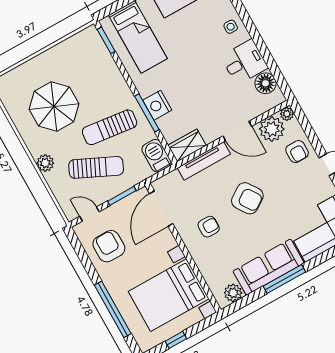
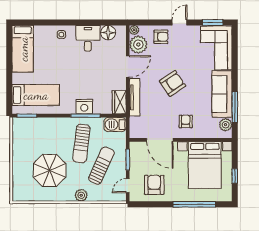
door: (161, 209) -> (160, 140), moved
armchair: (209, 227) -> (186, 121), moved
armchair: (109, 246) -> (154, 185), turned 90
window: (284, 279) -> (235, 107), moved

